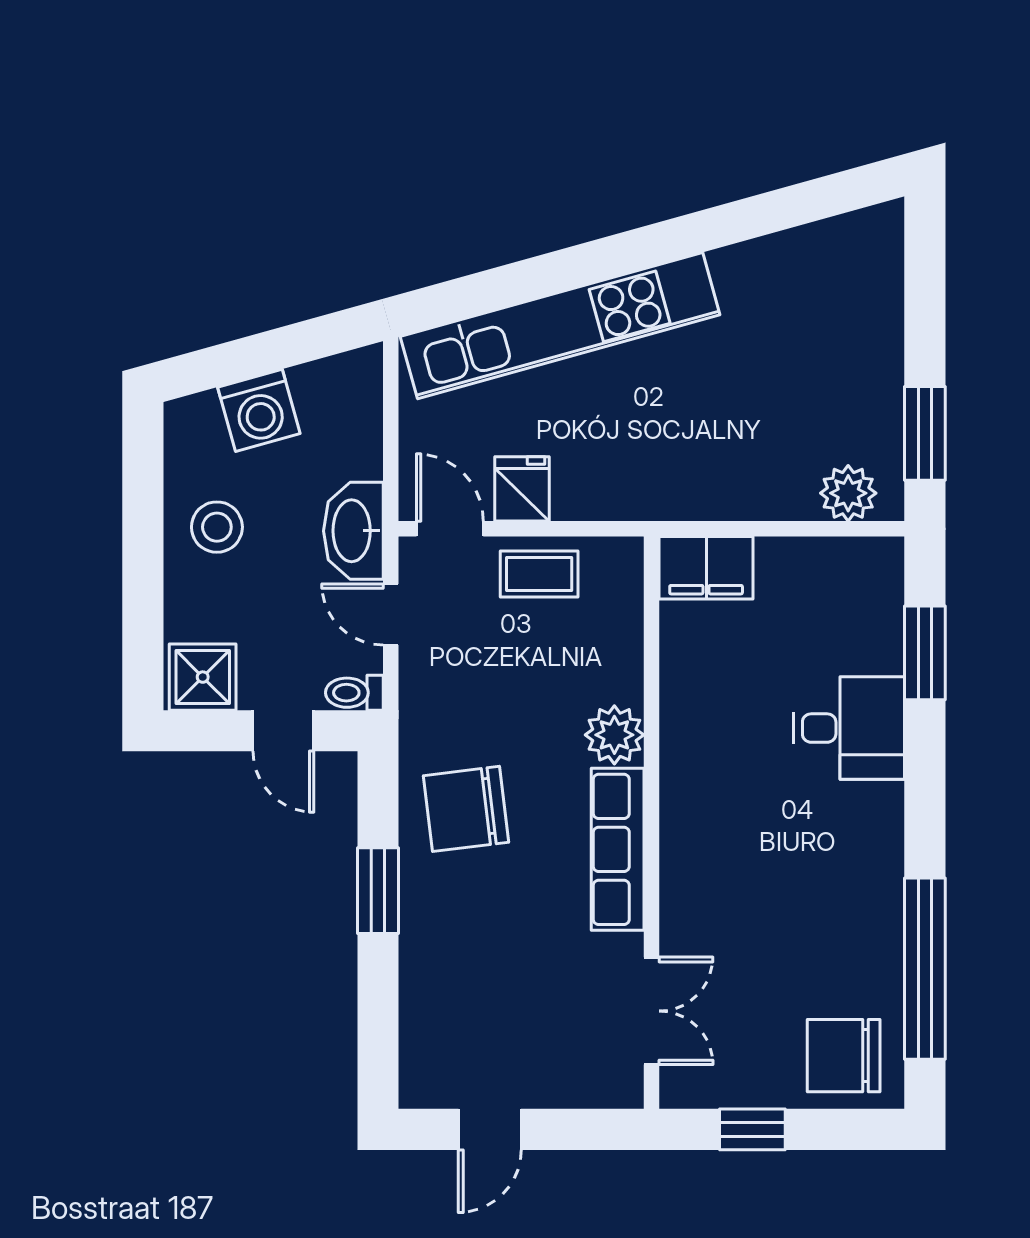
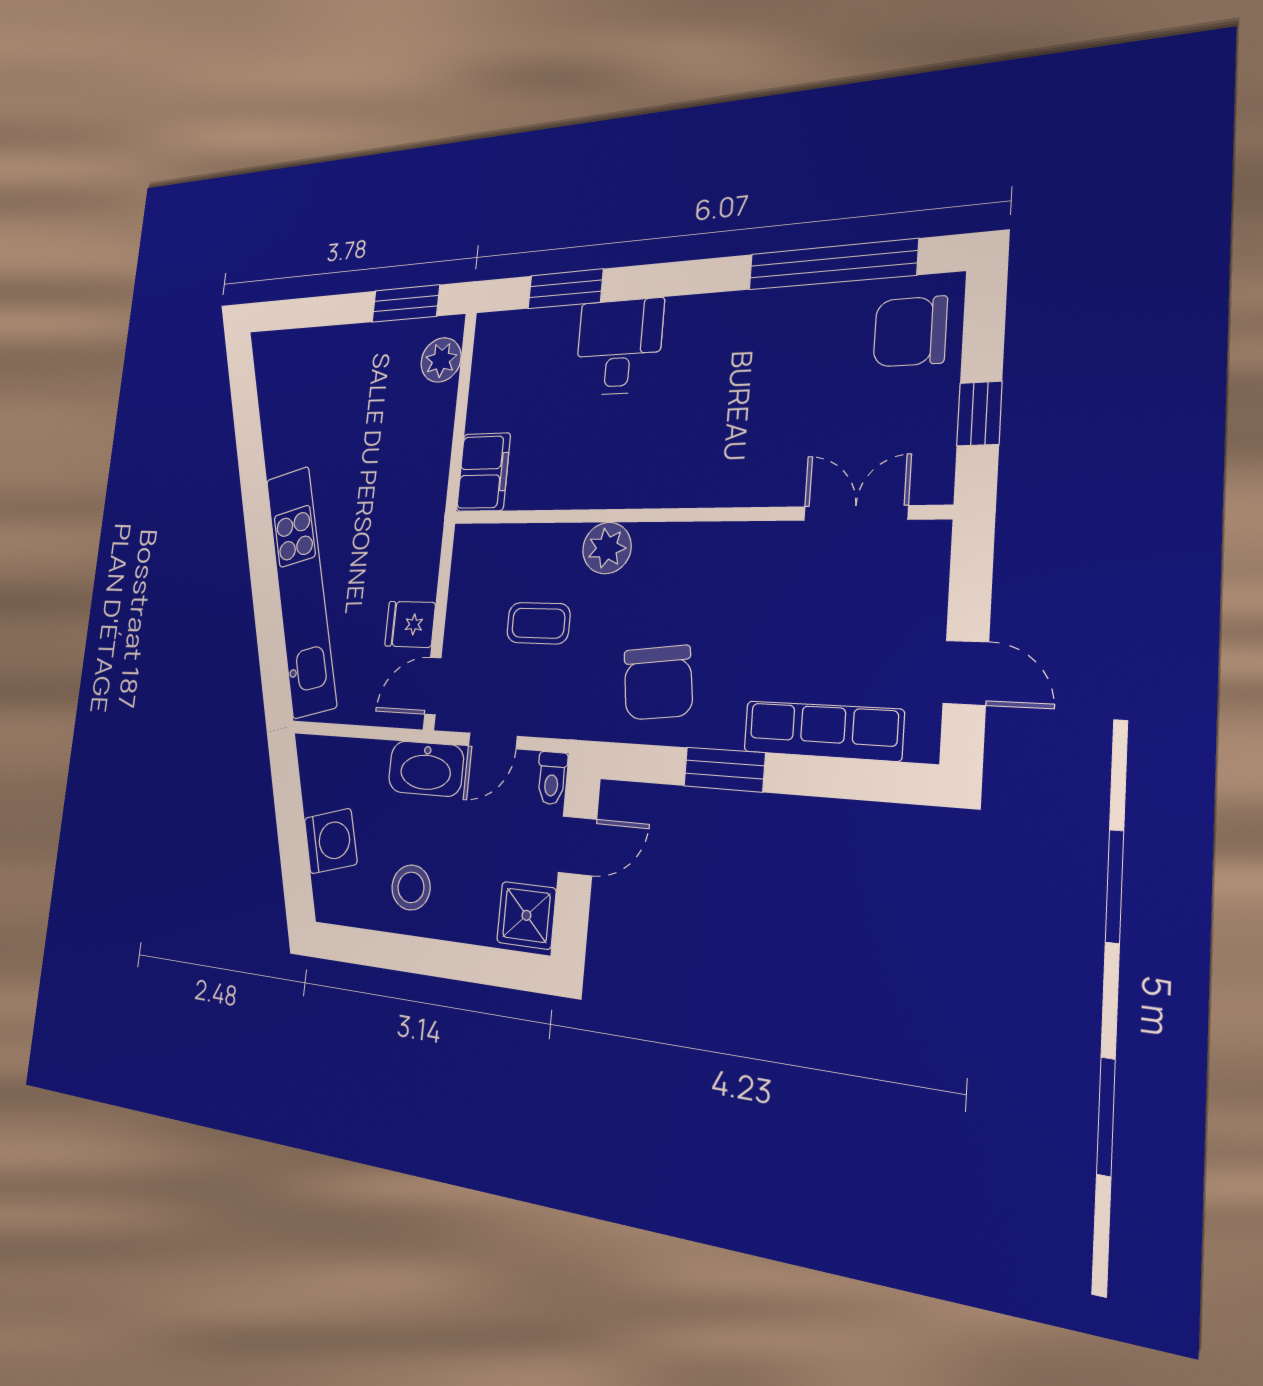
coffee table: (539, 574) -> (538, 623), moved, turned 90
row of seats: (618, 849) -> (823, 731), moved, turned 180
chair: (844, 1056) -> (910, 332), turned 90

